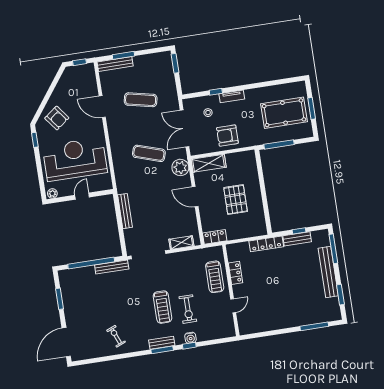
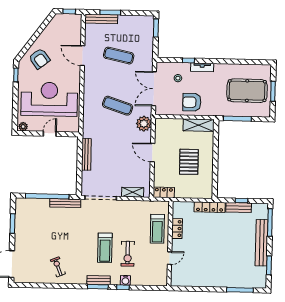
shelving: (209, 163) -> (199, 125), moved

